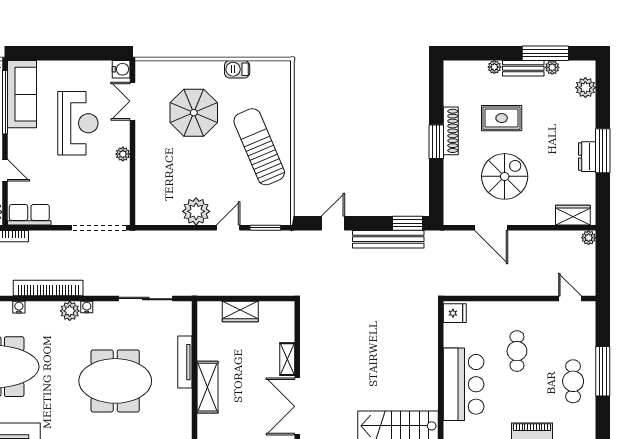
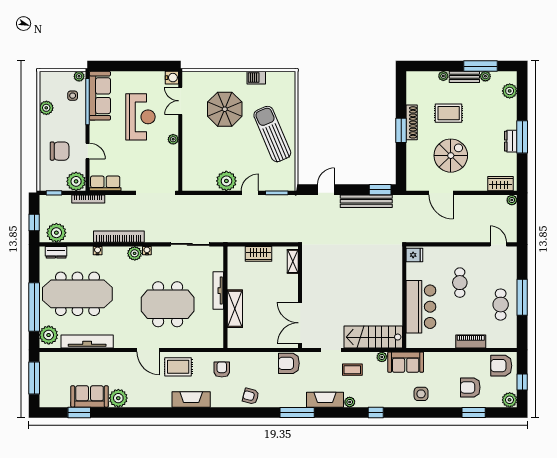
shelving: (287, 359) -> (293, 261), moved

